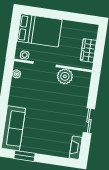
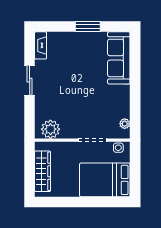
wardrobe: (88, 50) -> (43, 171), width x1.50
plant: (65, 76) -> (50, 129), moved
window: (24, 156) -> (88, 27), moved

